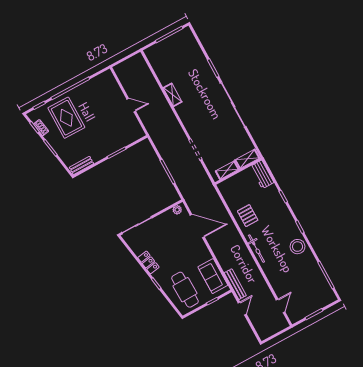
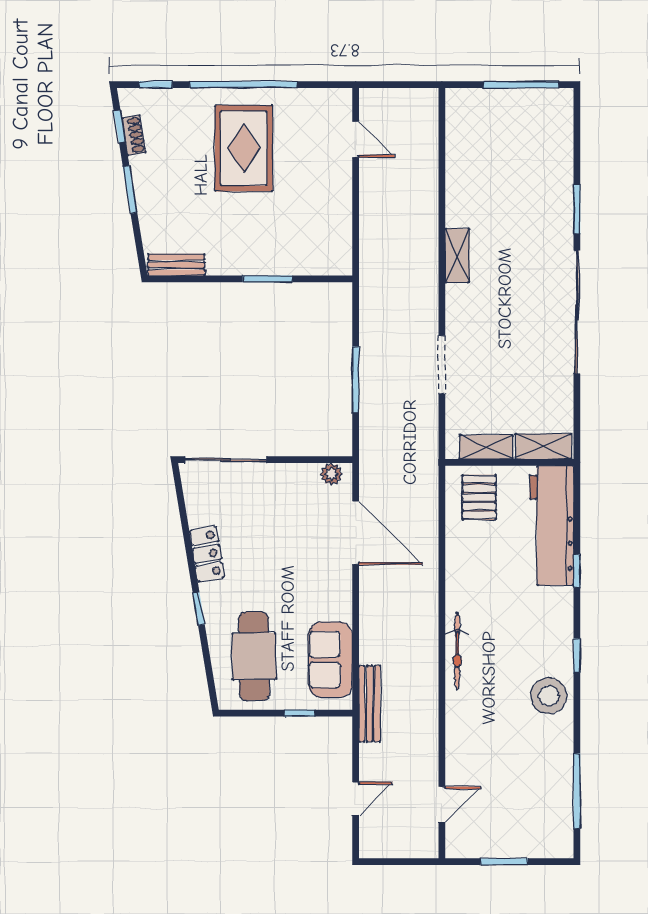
shelving: (173, 95) -> (457, 255), moved
door: (131, 105) -> (356, 140), moved
rug: (66, 118) -> (244, 148), moved
workbench: (262, 174) -> (552, 525), width x1.87, depth x1.32
pallet: (248, 216) -> (479, 497), moved
door: (242, 308) -> (356, 799), moved

